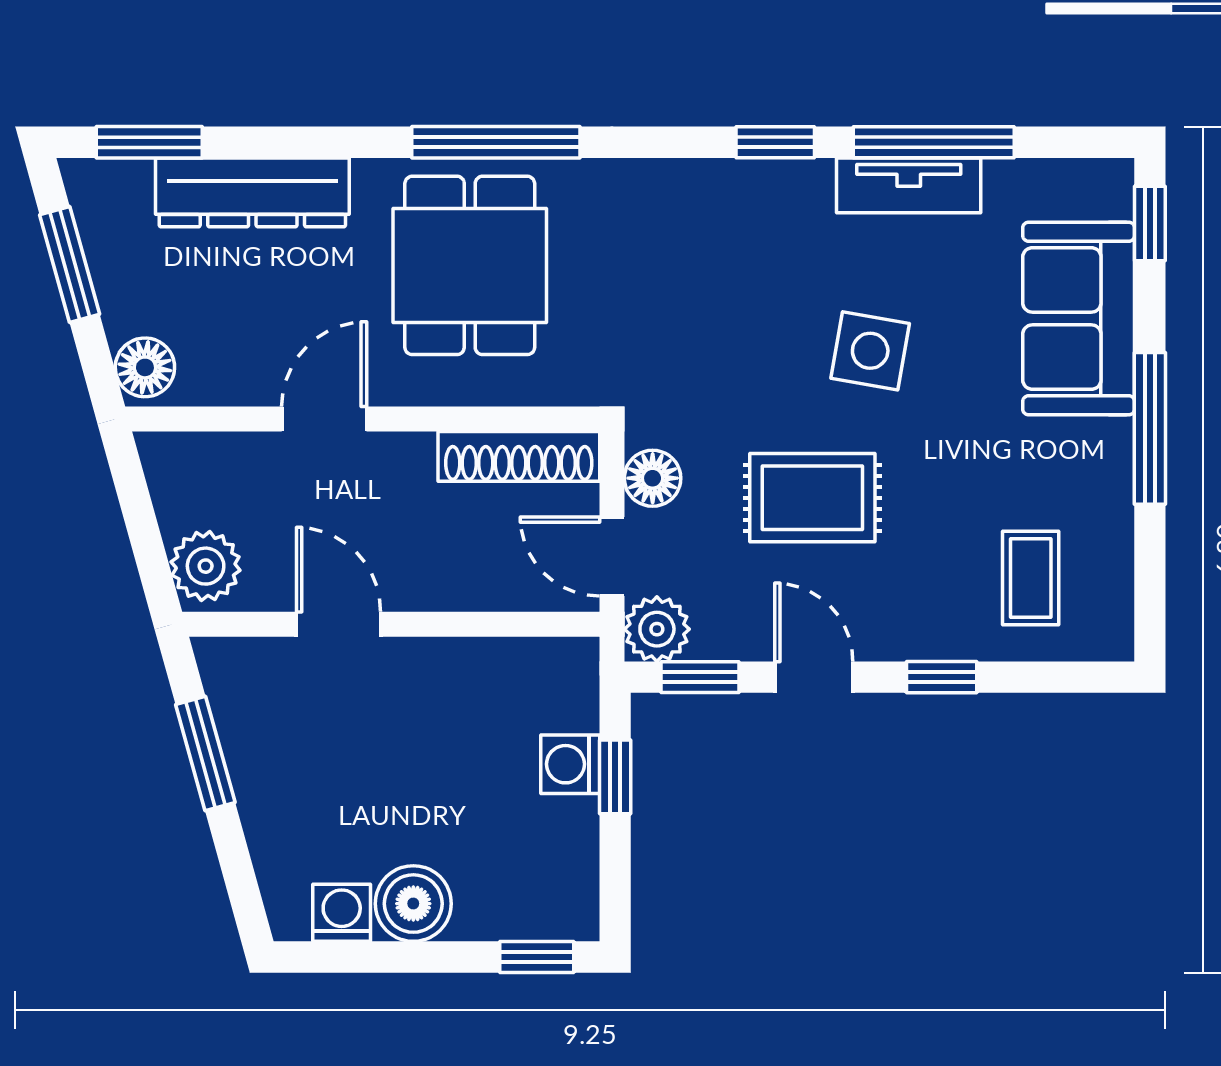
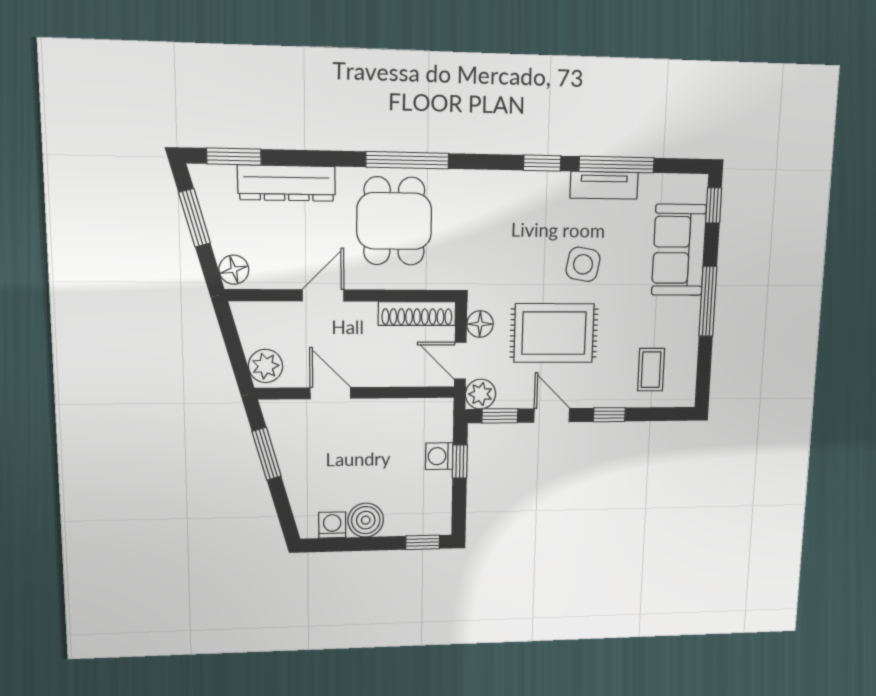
rug: (812, 498) -> (554, 333), width x1.36, depth x1.43

